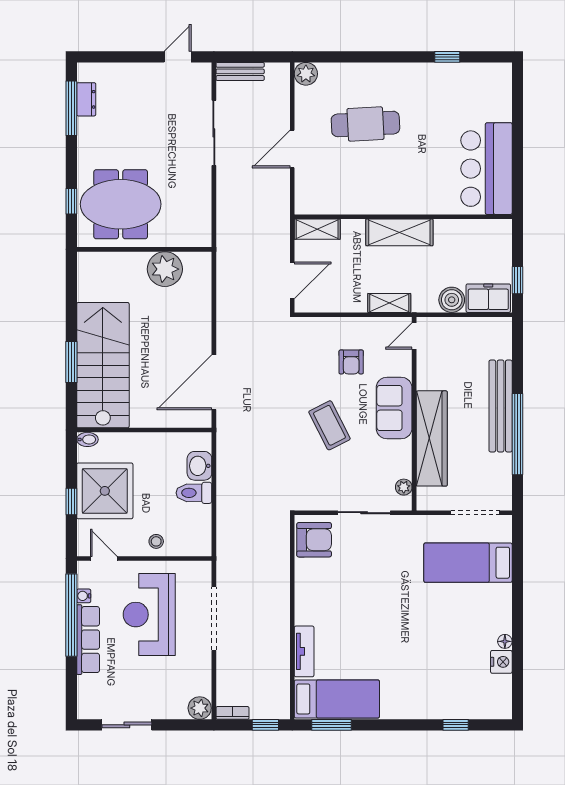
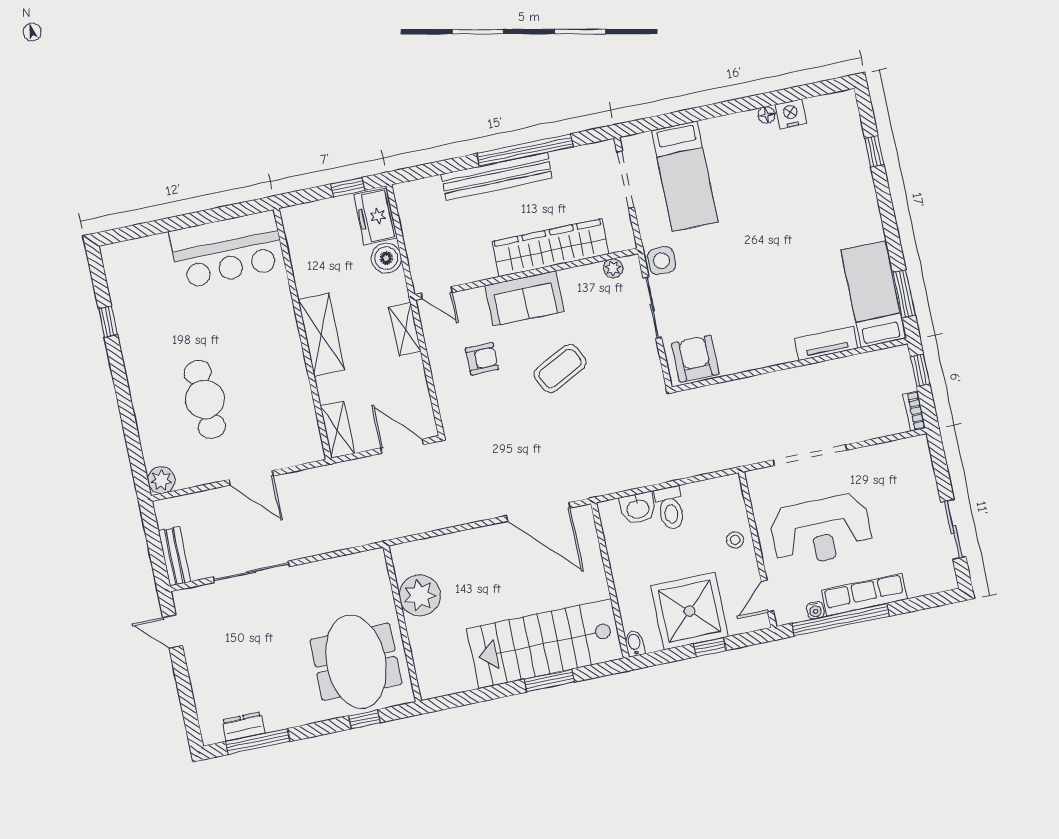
side table: (402, 529) -> (662, 261), added
plant: (200, 708) -> (916, 450), removed

